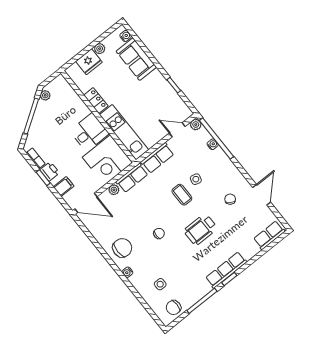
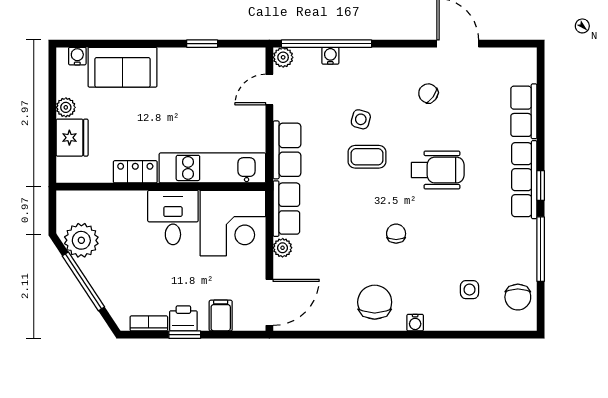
plant: (45, 95) -> (81, 240), width x1.88, depth x1.88
wheelchair: (201, 230) -> (438, 170), turned -90
row of seats: (269, 235) -> (524, 111), moved

